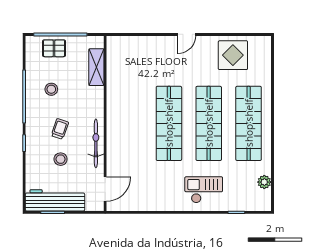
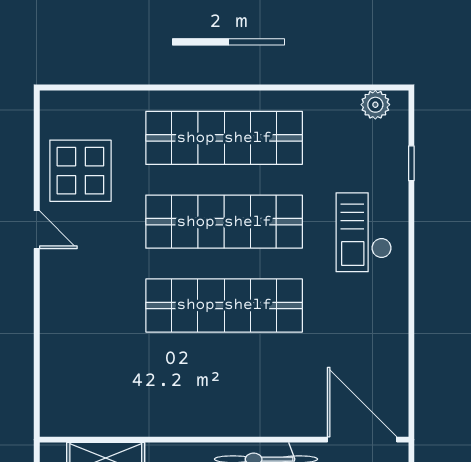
door: (187, 34) -> (37, 230), moved
plant: (264, 182) -> (375, 105), moved
door: (105, 189) -> (362, 440), width x1.36

